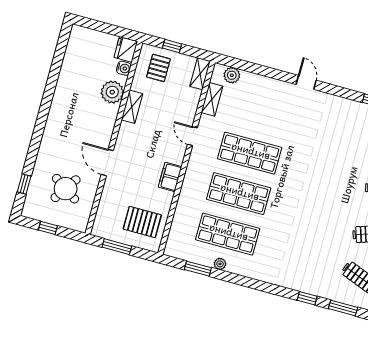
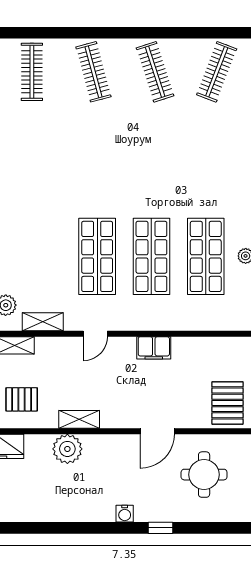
water cooler: (124, 68) -> (125, 514), moved, turned 180
window: (24, 184) -> (160, 528), moved
round table: (66, 189) -> (204, 475), turned -34
pallet: (142, 222) -> (227, 403), moved

